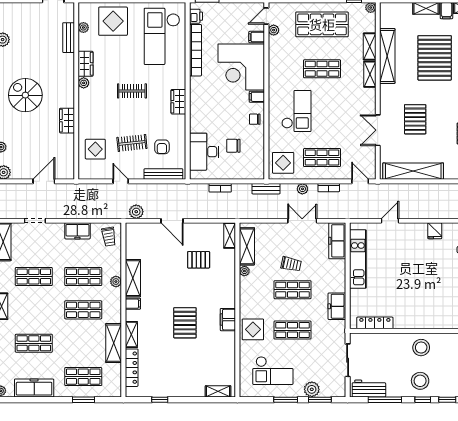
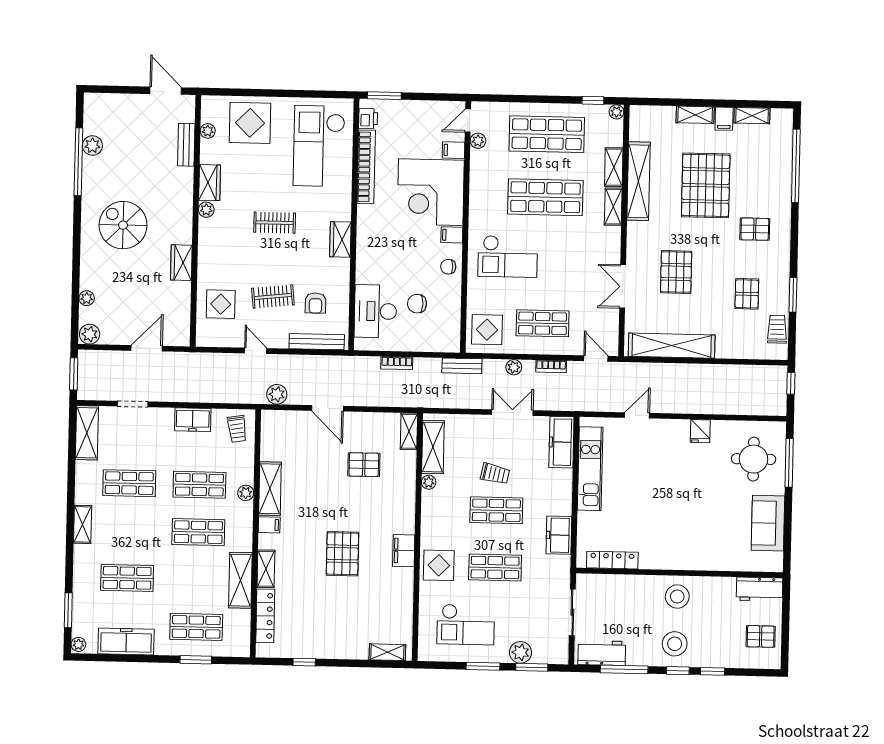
shop shelf: (322, 69) -> (545, 197), width x1.43, depth x1.36
checkout: (296, 111) -> (508, 256), turned 90

